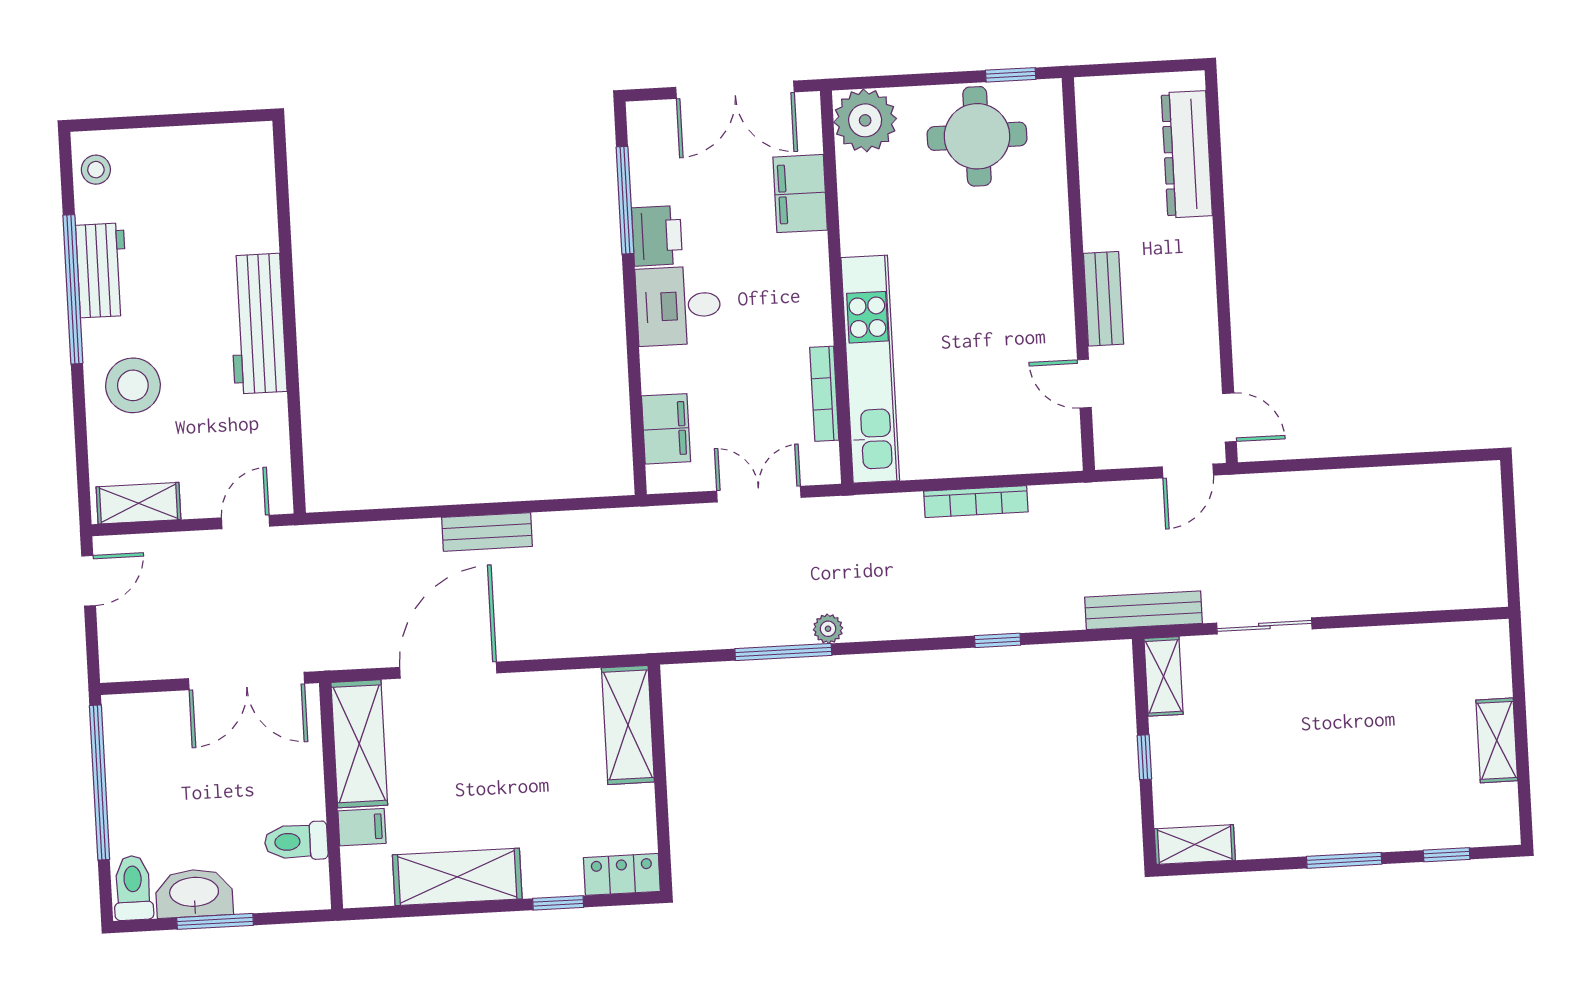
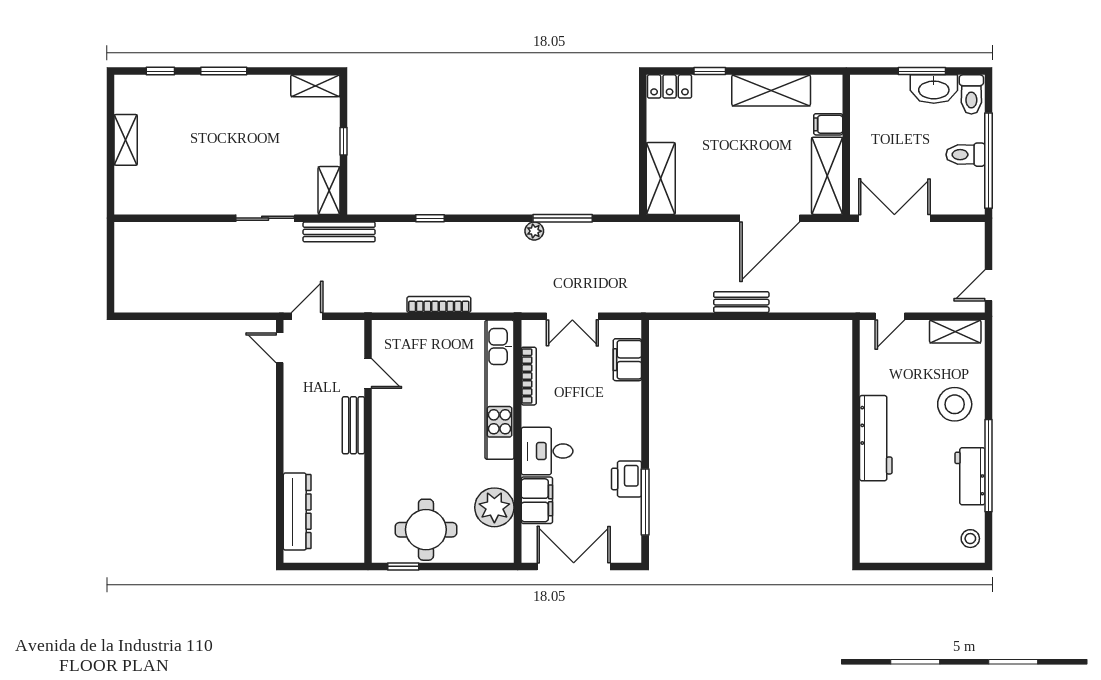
plant: (865, 120) -> (494, 507), moved
desk: (678, 306) -> (547, 451), moved, turned 180
toilet: (296, 841) -> (965, 155), moved, turned 180

